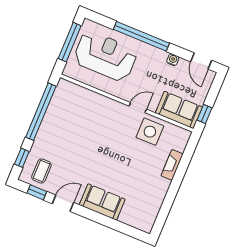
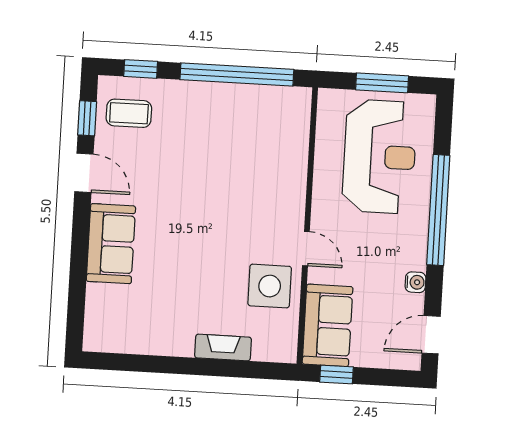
window: (70, 42) -> (382, 83), width x0.69

